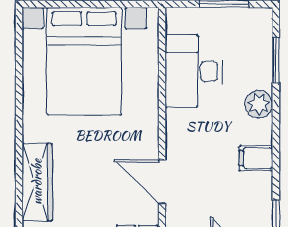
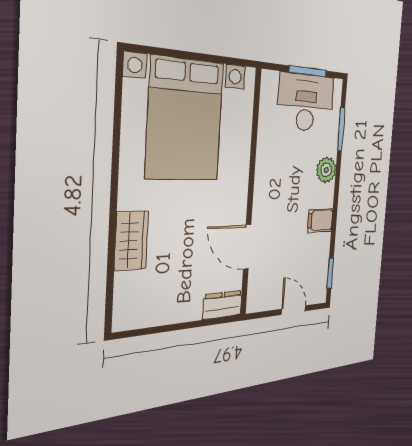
desk: (194, 71) -> (306, 103), moved, turned 90
wardrobe: (37, 182) -> (131, 241), width x0.67

